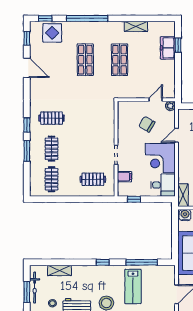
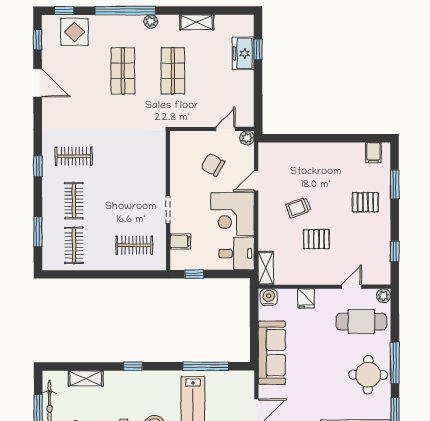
plant: (105, 26) -> (151, 21), added
window: (27, 151) -> (38, 232), moved
window: (103, 262) -> (133, 366), moved

